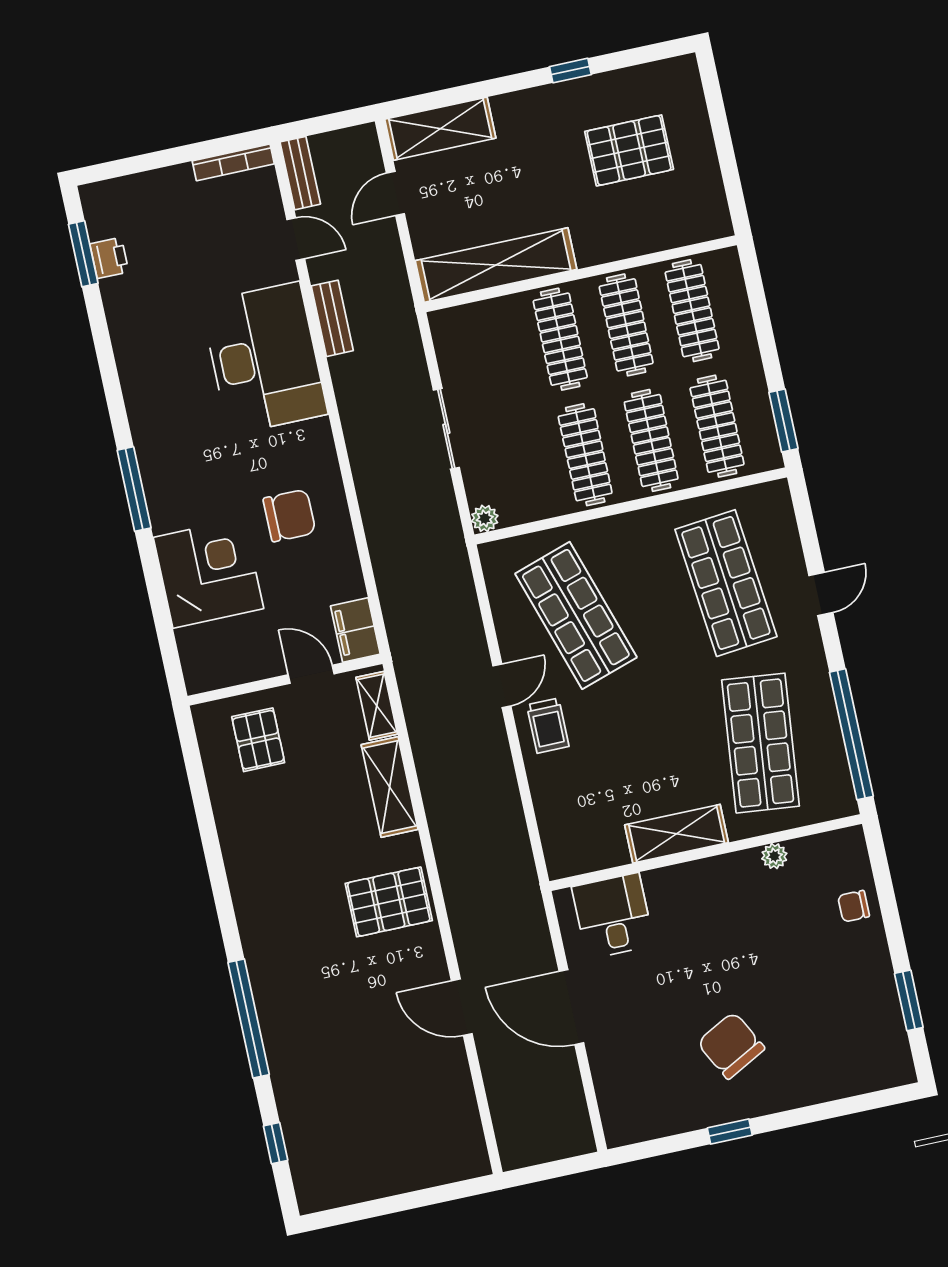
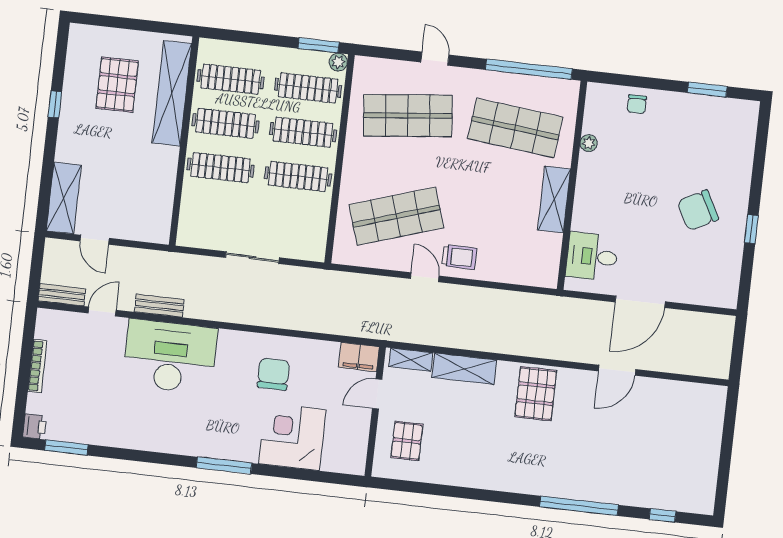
bookcase: (233, 162) -> (37, 366), moved
printer: (109, 258) -> (34, 426), moved, turned 90
shelving: (496, 265) -> (172, 93), moved
plant: (485, 518) -> (338, 62), moved
pallet: (258, 740) -> (407, 441), turned 90

